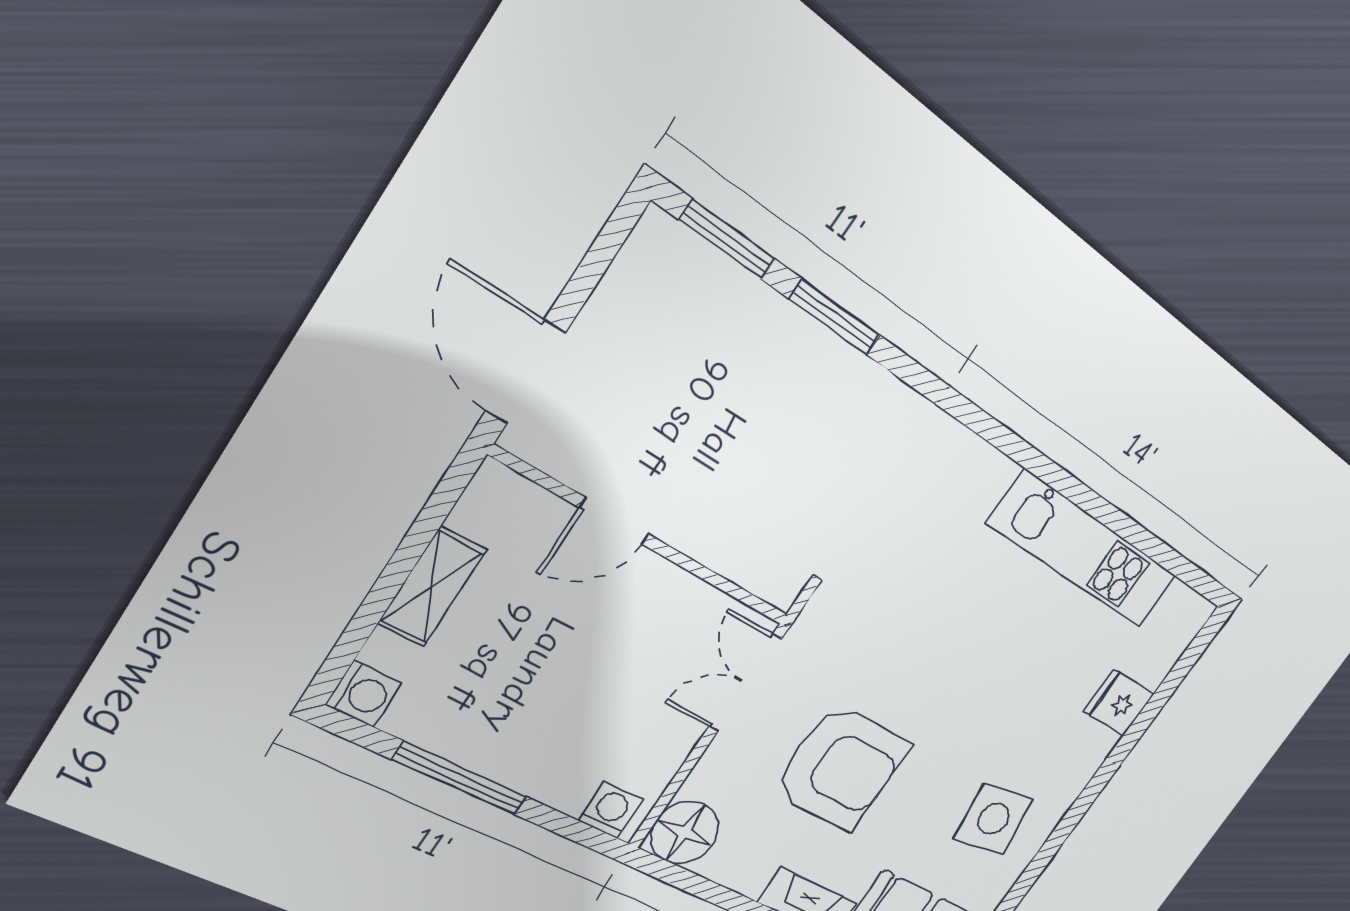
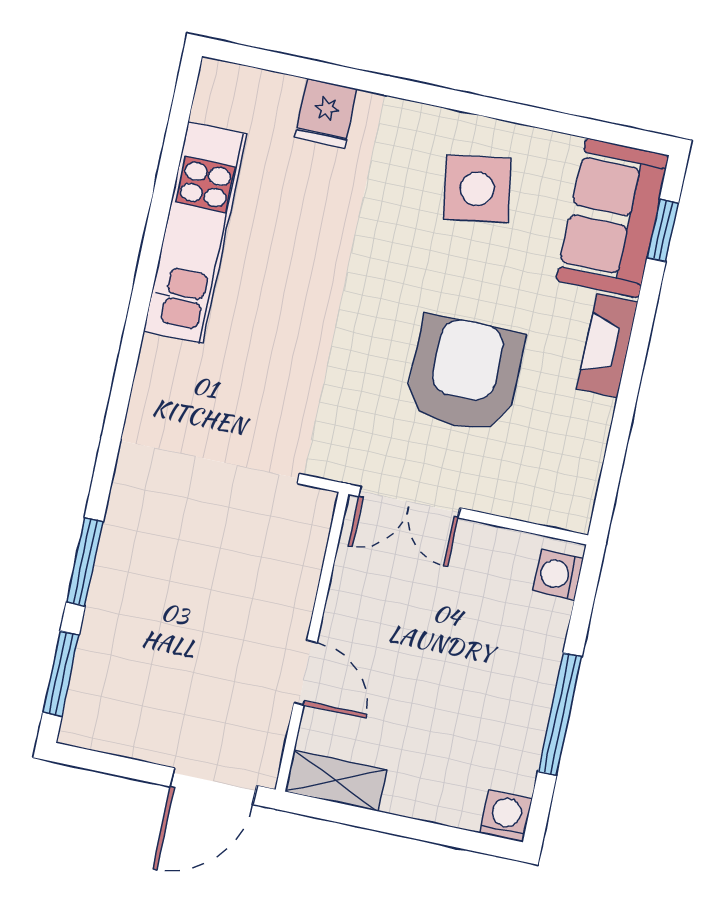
shelving: (432, 587) -> (336, 781), moved
floor lamp: (685, 833) -> (564, 497), removed

